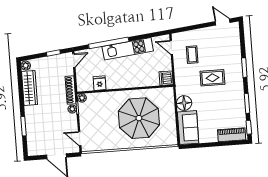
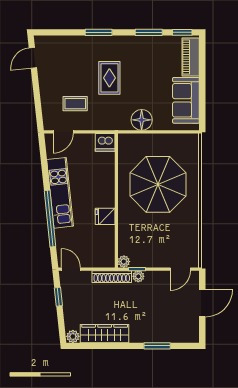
fridge: (100, 83) -> (105, 216), moved
sofa: (188, 128) -> (186, 100), moved, turned -90

